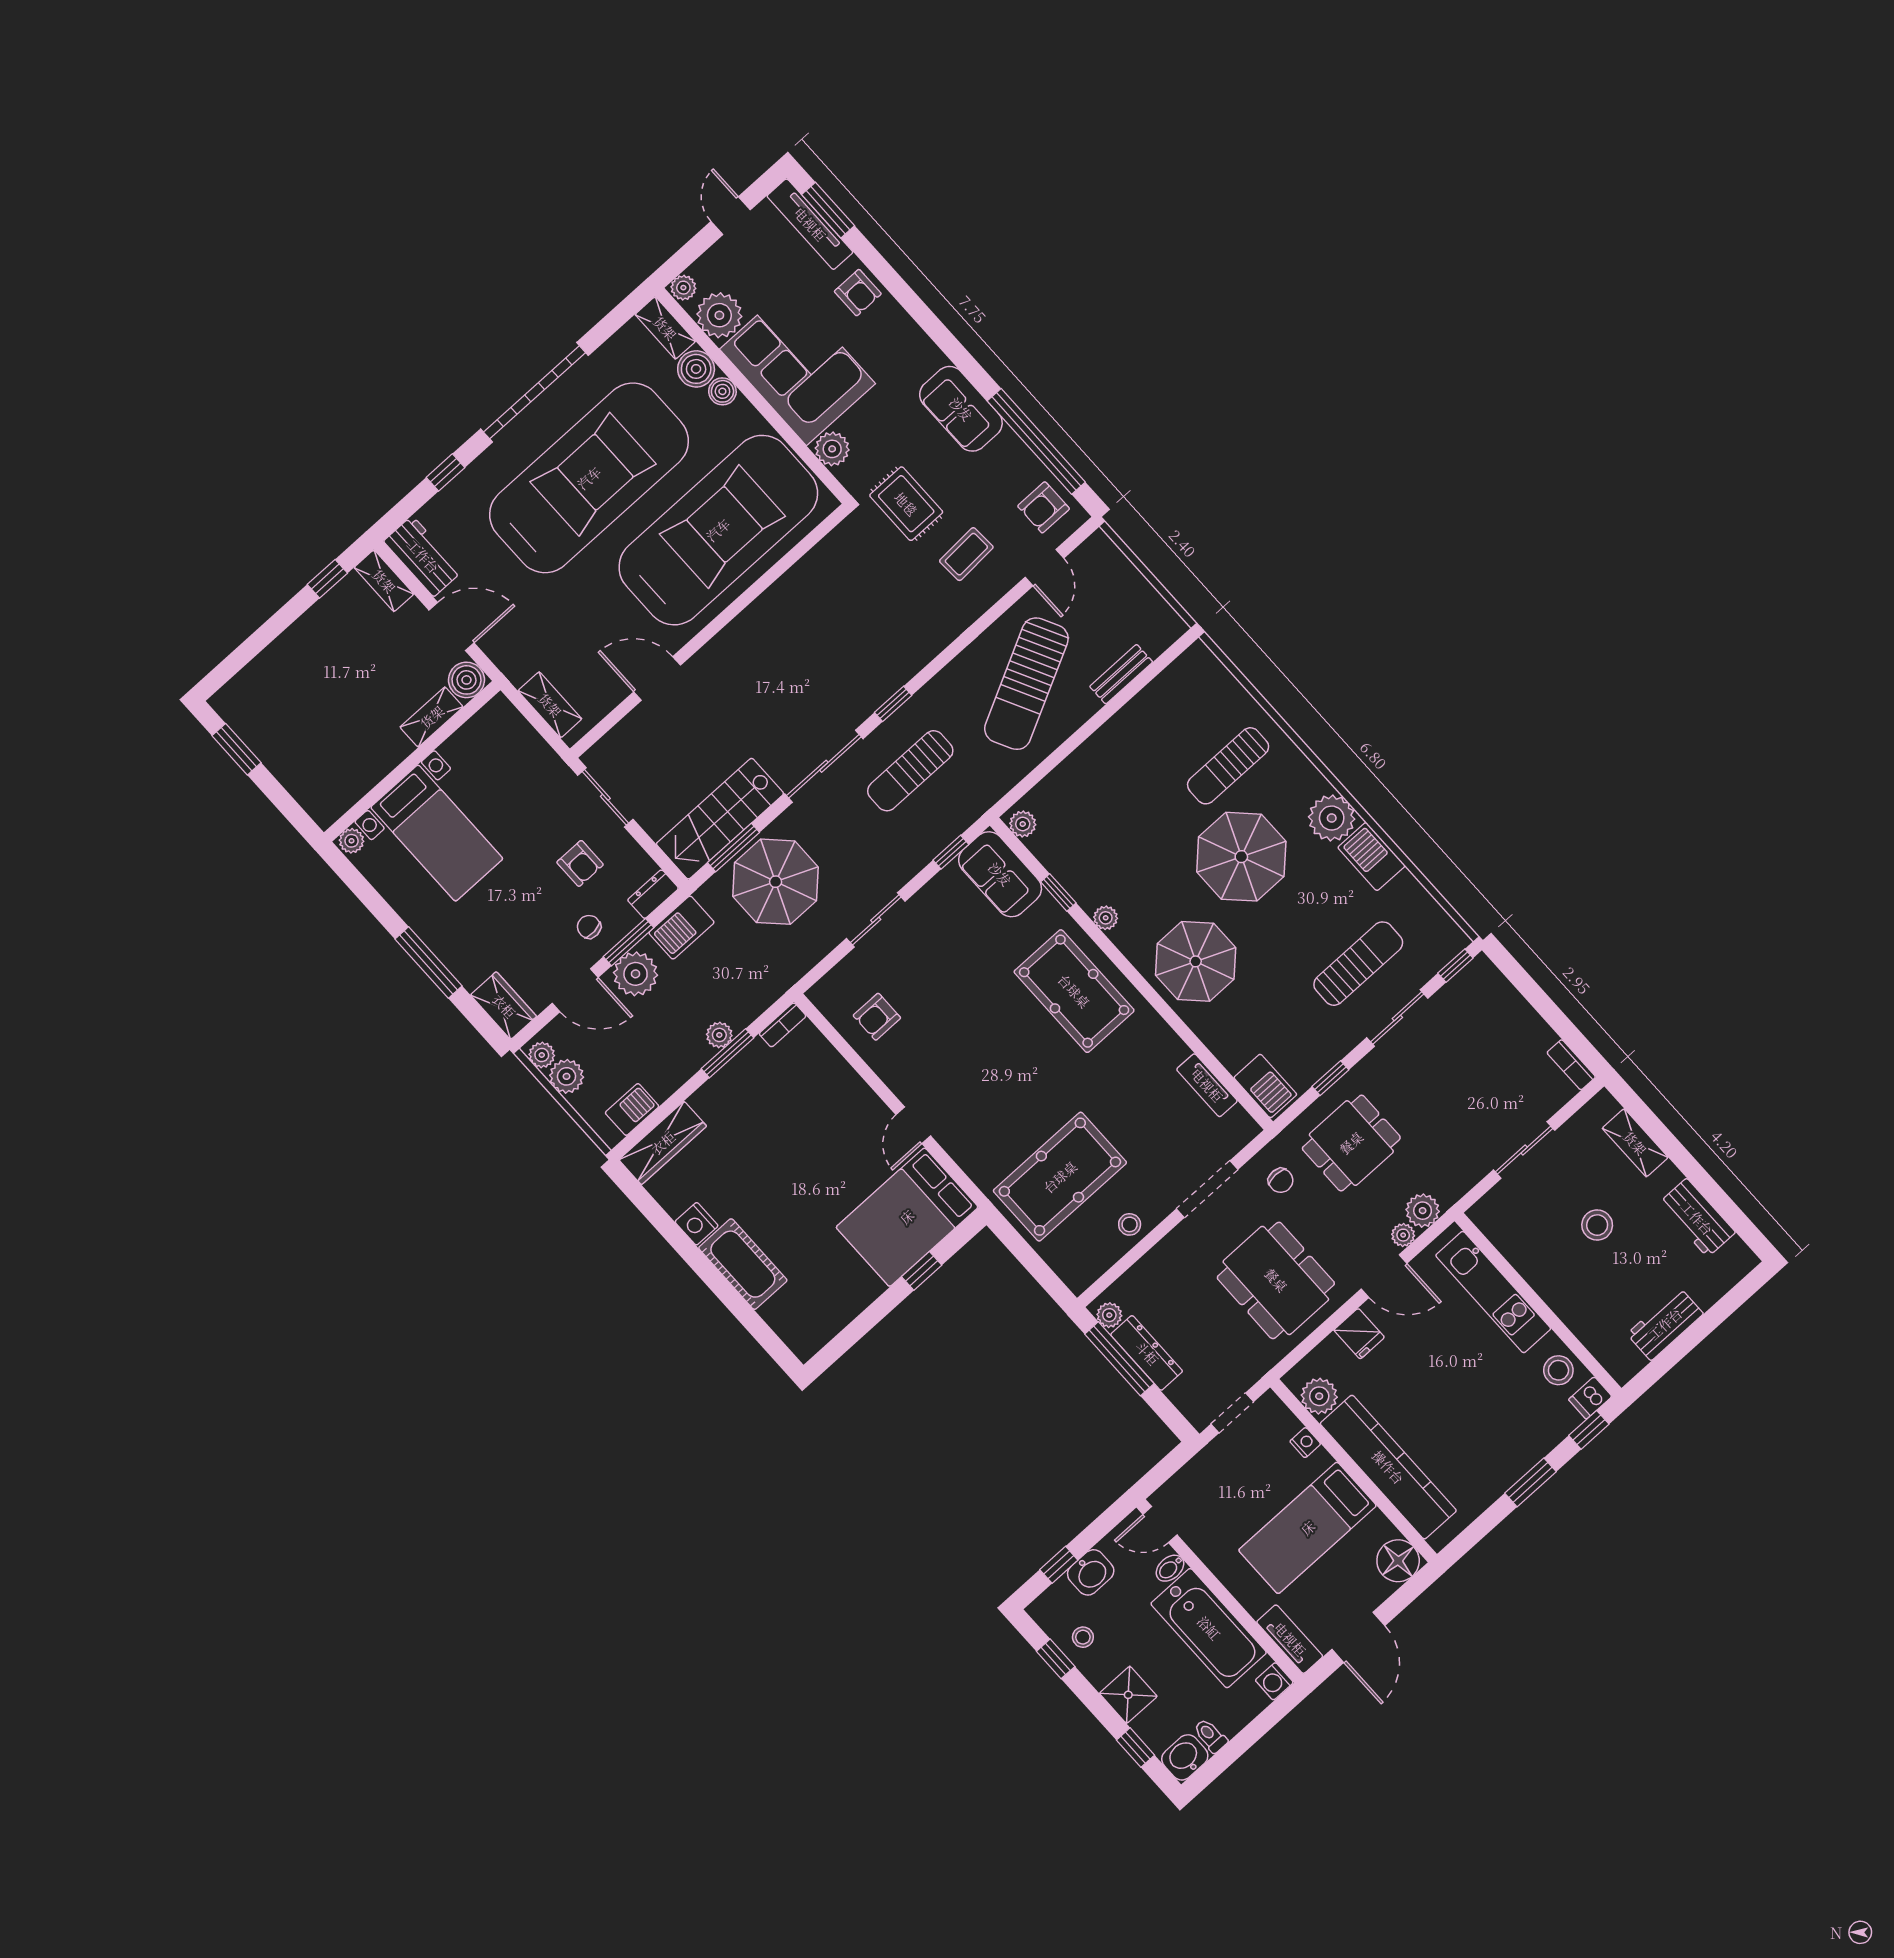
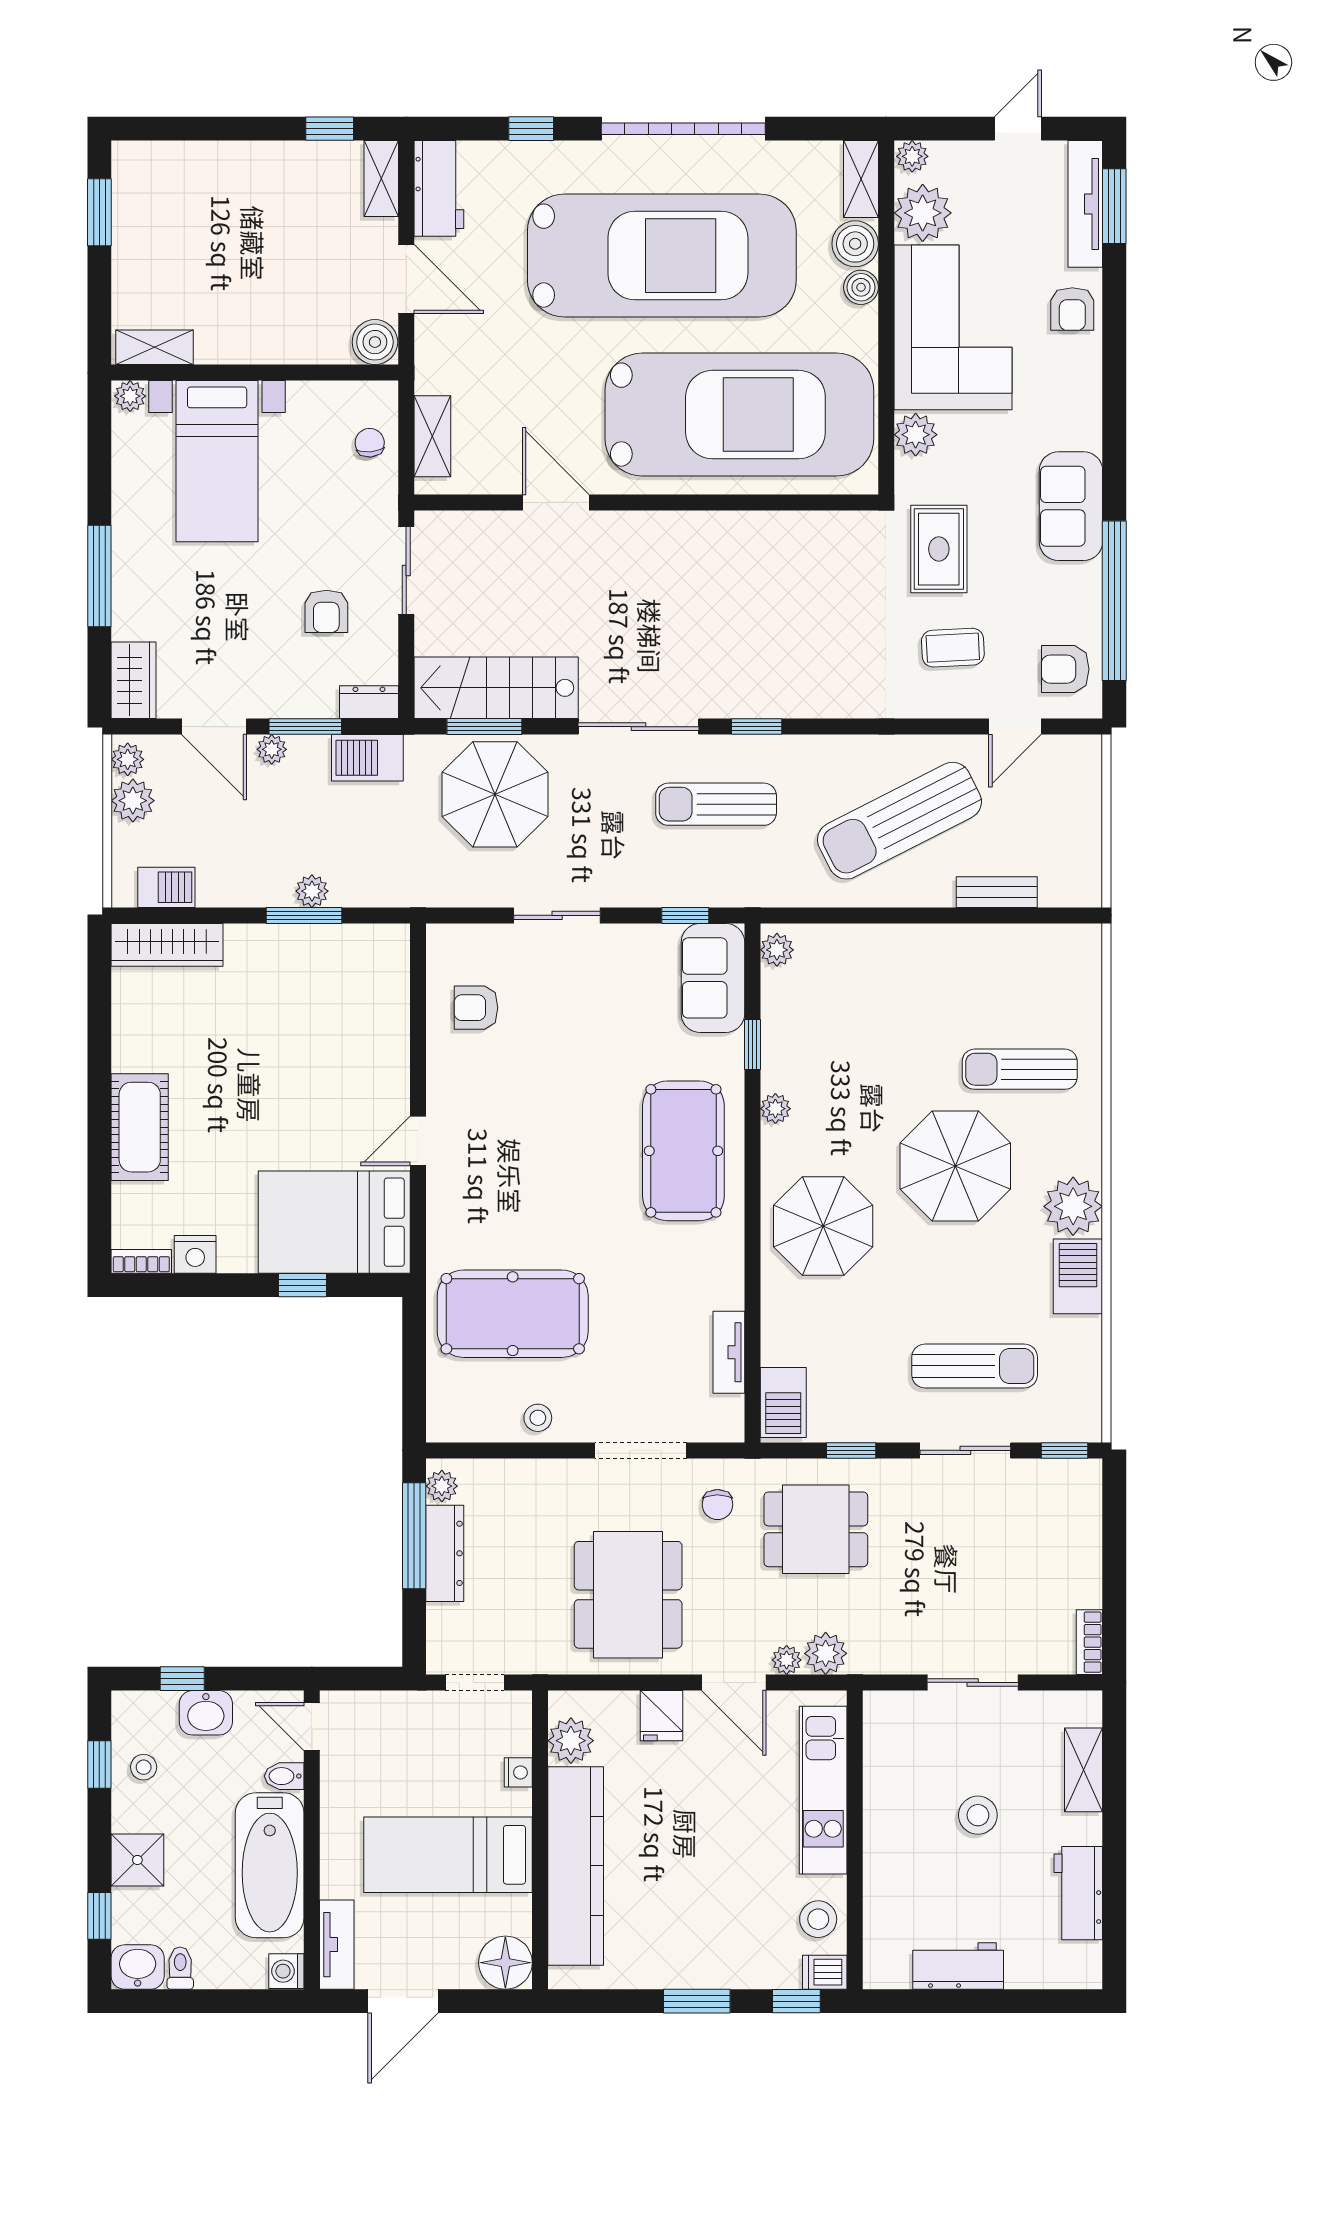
shelving: (432, 717) -> (155, 347), moved
chair: (589, 927) -> (370, 443), moved
plant: (636, 974) -> (272, 749), width x0.53, depth x0.53
bookcase: (783, 1025) -> (141, 1261), moved, turned 180
nightstand: (697, 1224) -> (195, 1254), moved, turned -90

